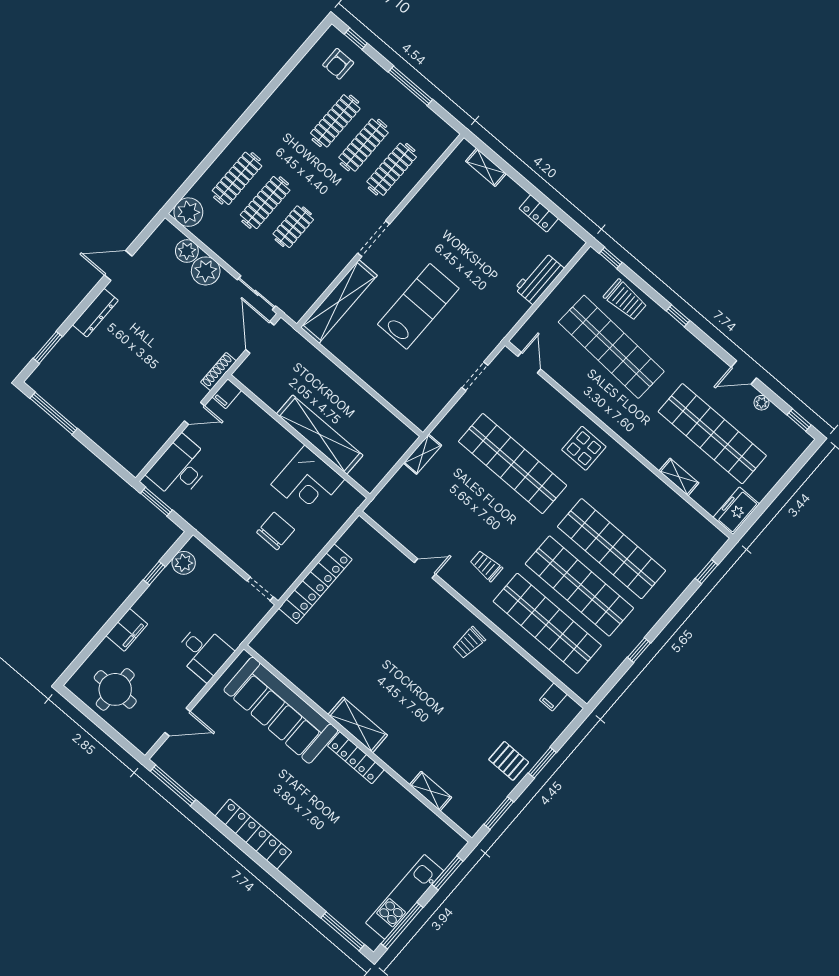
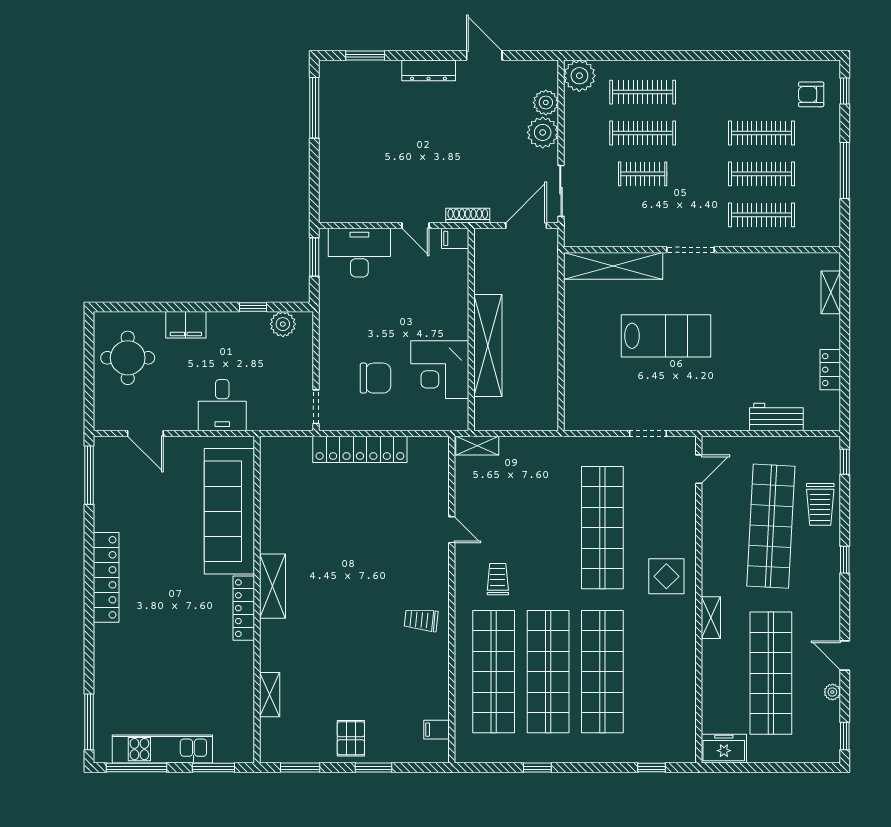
shelving: (423, 454) -> (477, 446), moved
shelving: (679, 477) -> (711, 618), moved

